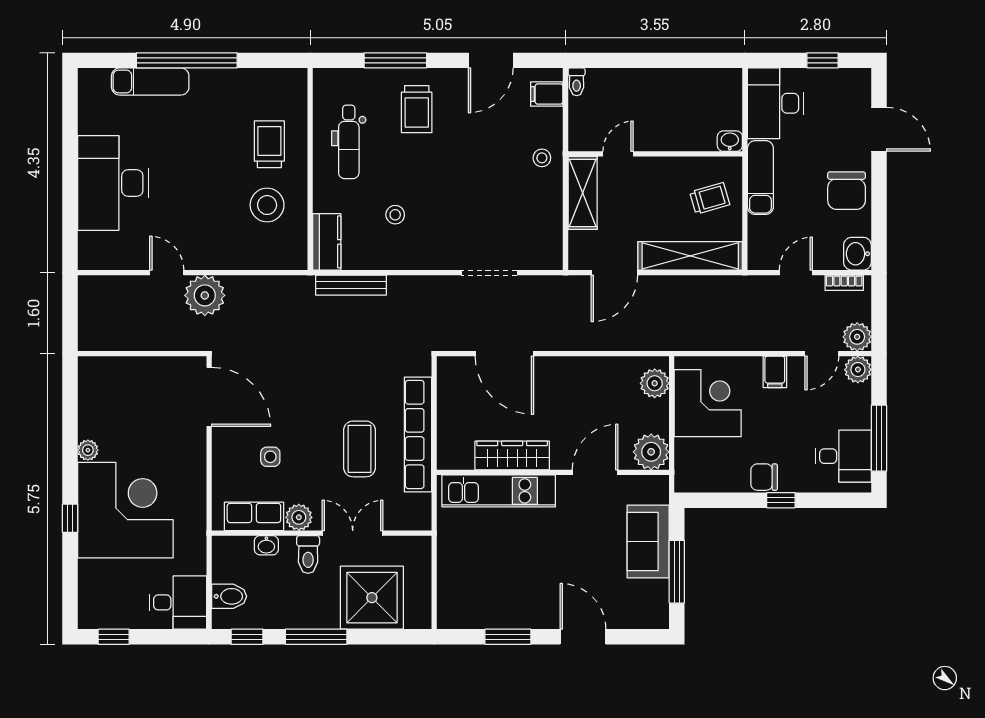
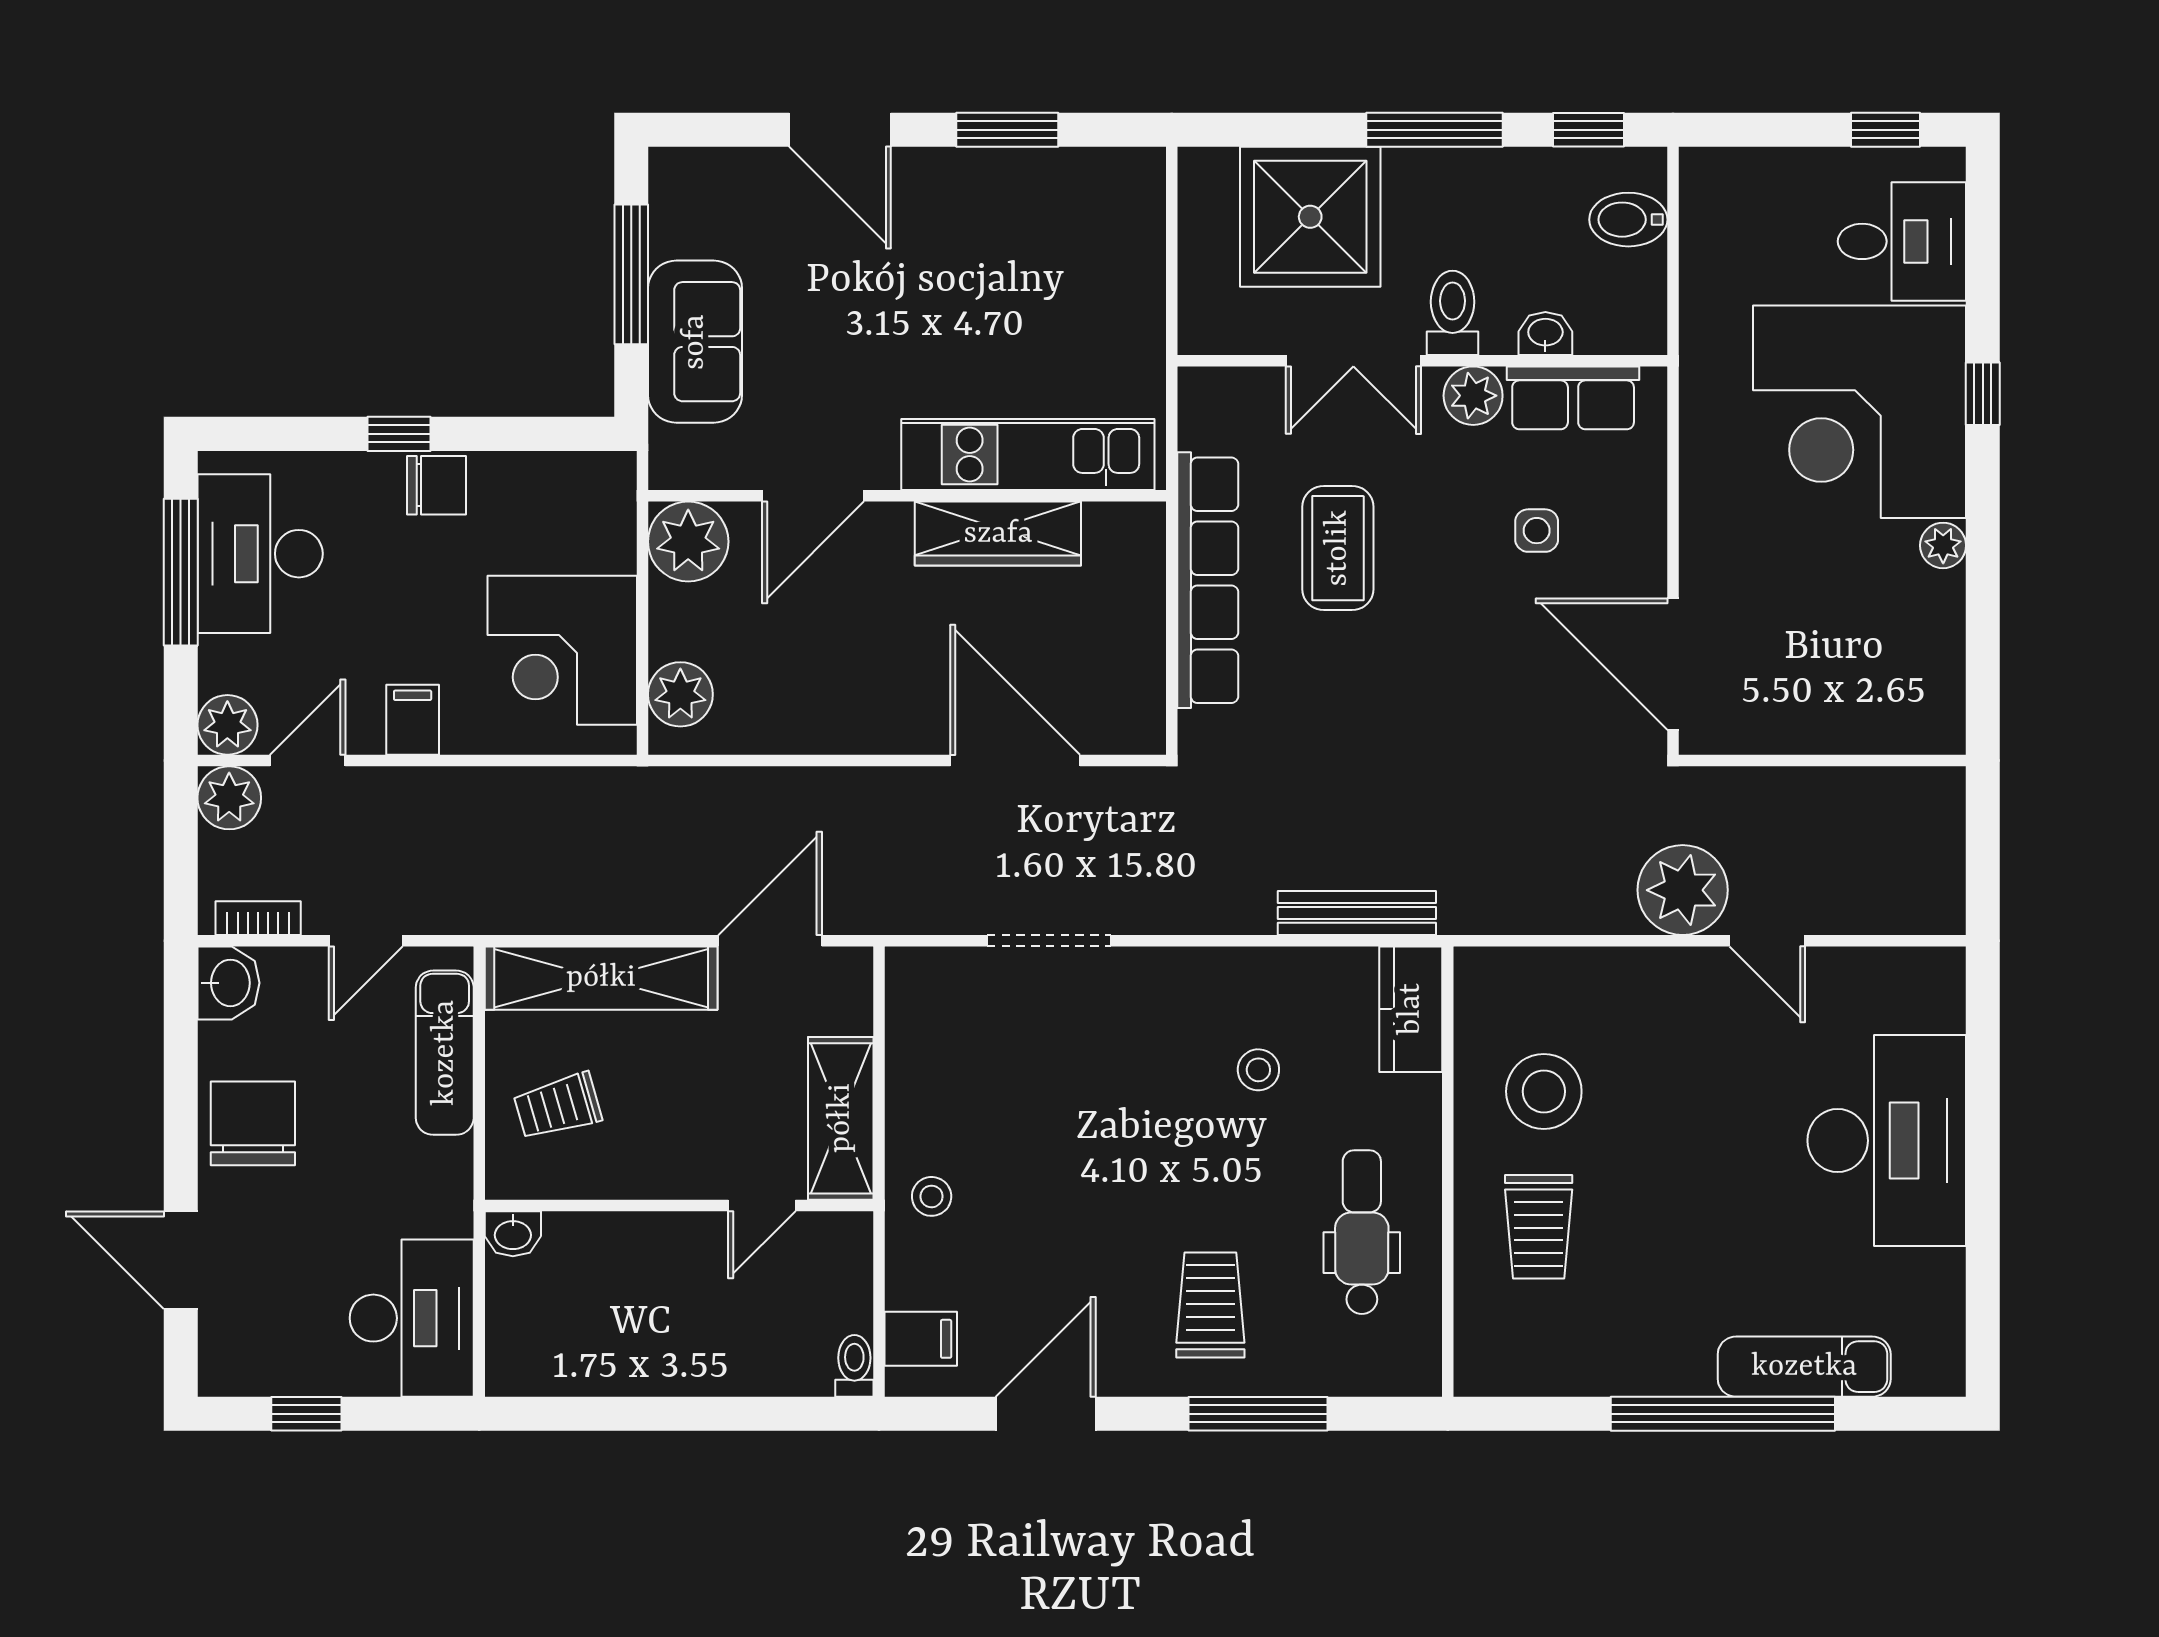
exam couch: (760, 178) -> (445, 1053), moved
desk: (843, 456) -> (260, 554), width x1.37
desk: (178, 602) -> (1902, 241), moved, turned 180

